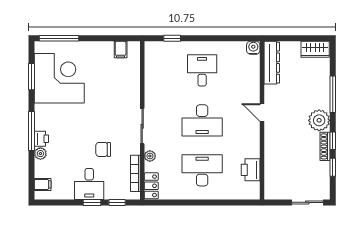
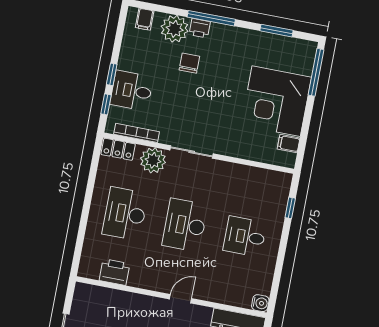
desk: (202, 70) -> (245, 237), turned 180
corner desk: (59, 78) -> (276, 101), moved, turned 90
chair: (103, 149) -> (189, 63), moved
plant: (40, 154) -> (175, 29), width x1.88, depth x1.88
plant: (150, 156) -> (153, 160), width x1.88, depth x1.88
desk: (202, 170) -> (125, 214), turned 180
desk: (89, 184) -> (132, 91), moved

